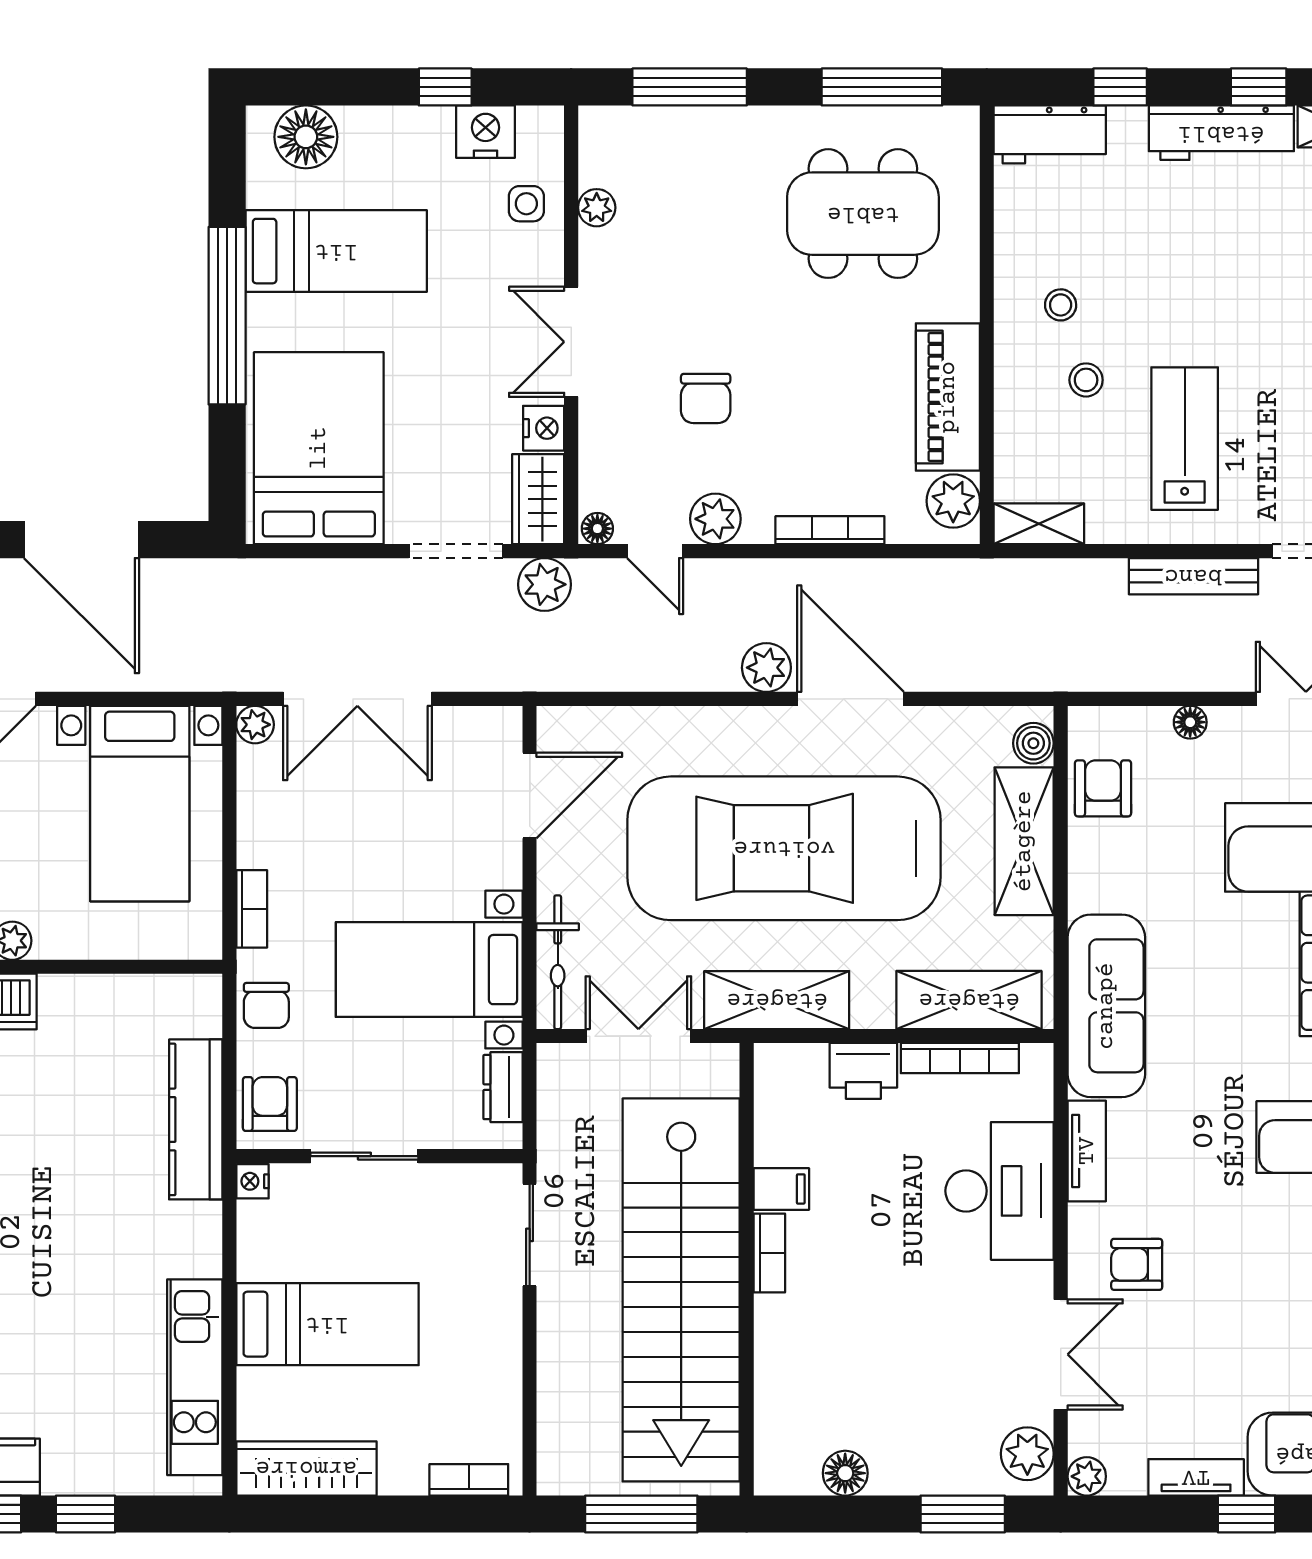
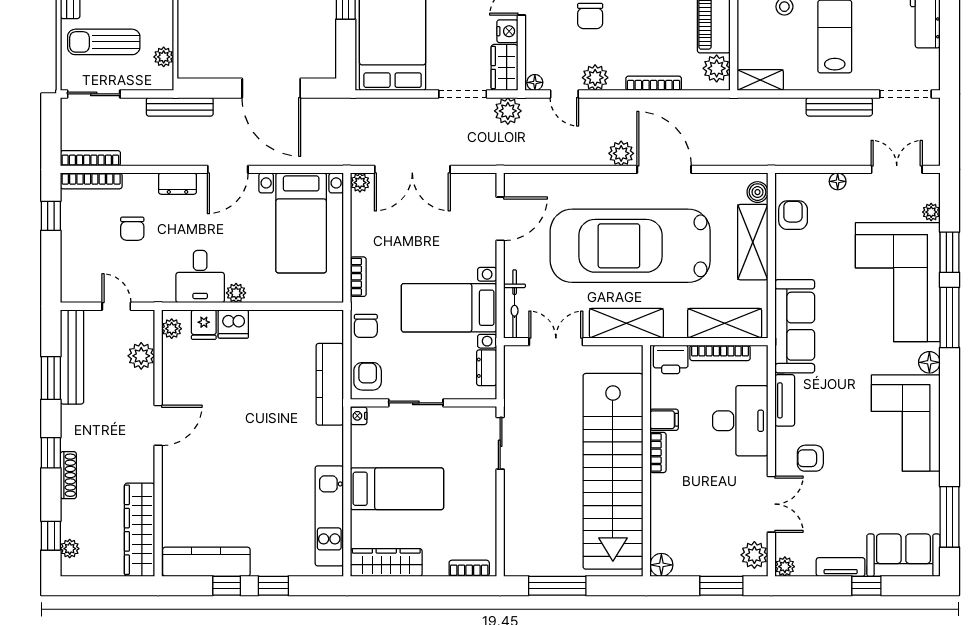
filing cabinet: (781, 1189) -> (664, 420), moved
bookcase: (769, 1253) -> (658, 452), moved
wall: (747, 1269) -> (646, 461), moved
stairs: (681, 1290) -> (613, 471), moved

